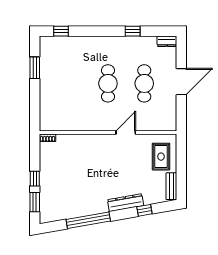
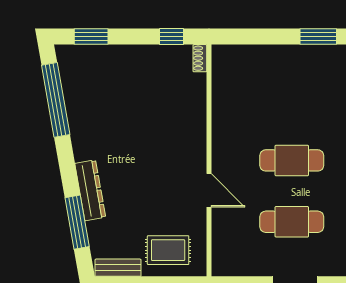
window: (35, 179) -> (171, 37), moved
window: (144, 210) -> (77, 222), width x2.17
window: (88, 220) -> (56, 100), moved

